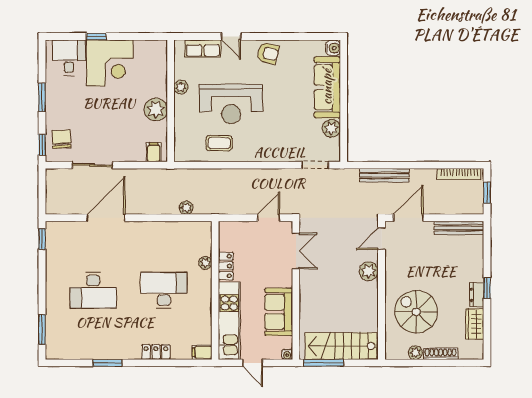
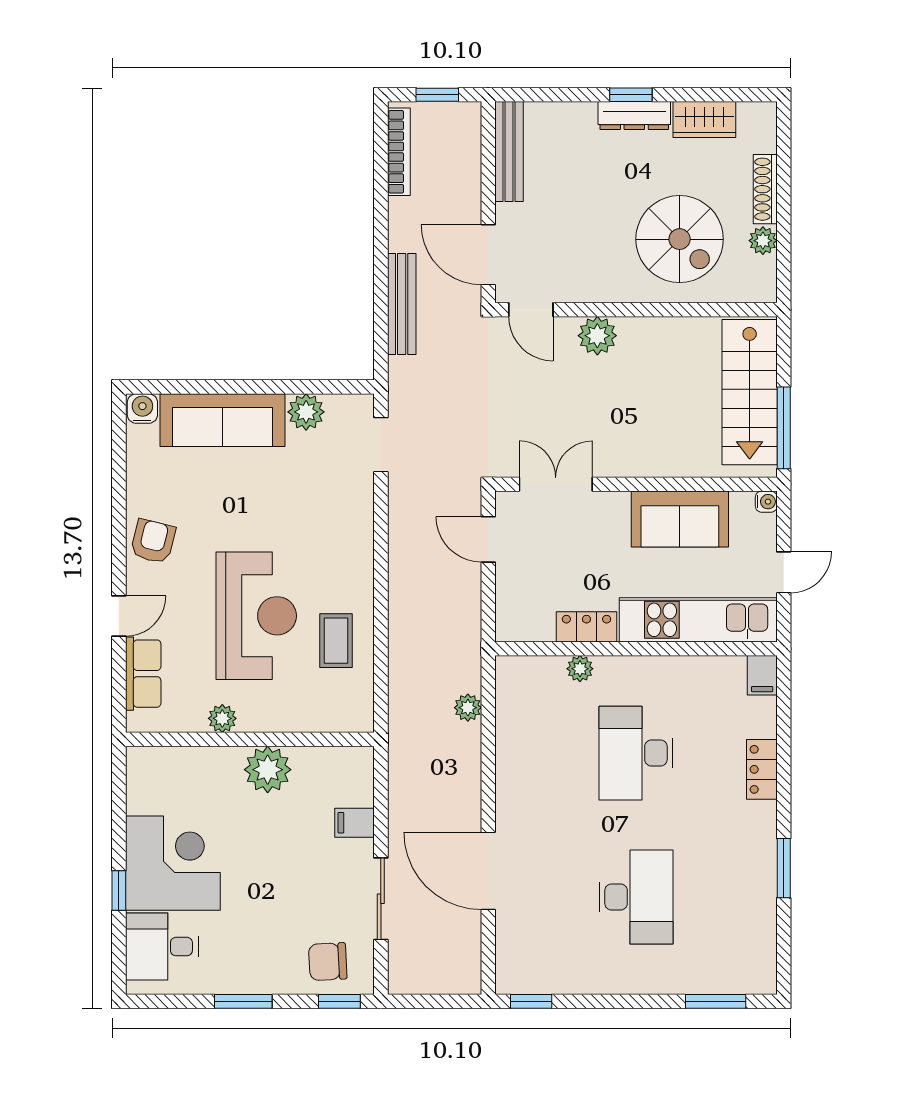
filing cabinet: (154, 152) -> (355, 823), moved
dresser: (477, 295) -> (634, 116), width x1.44
spiral stairs: (416, 312) -> (680, 239), turned -90

